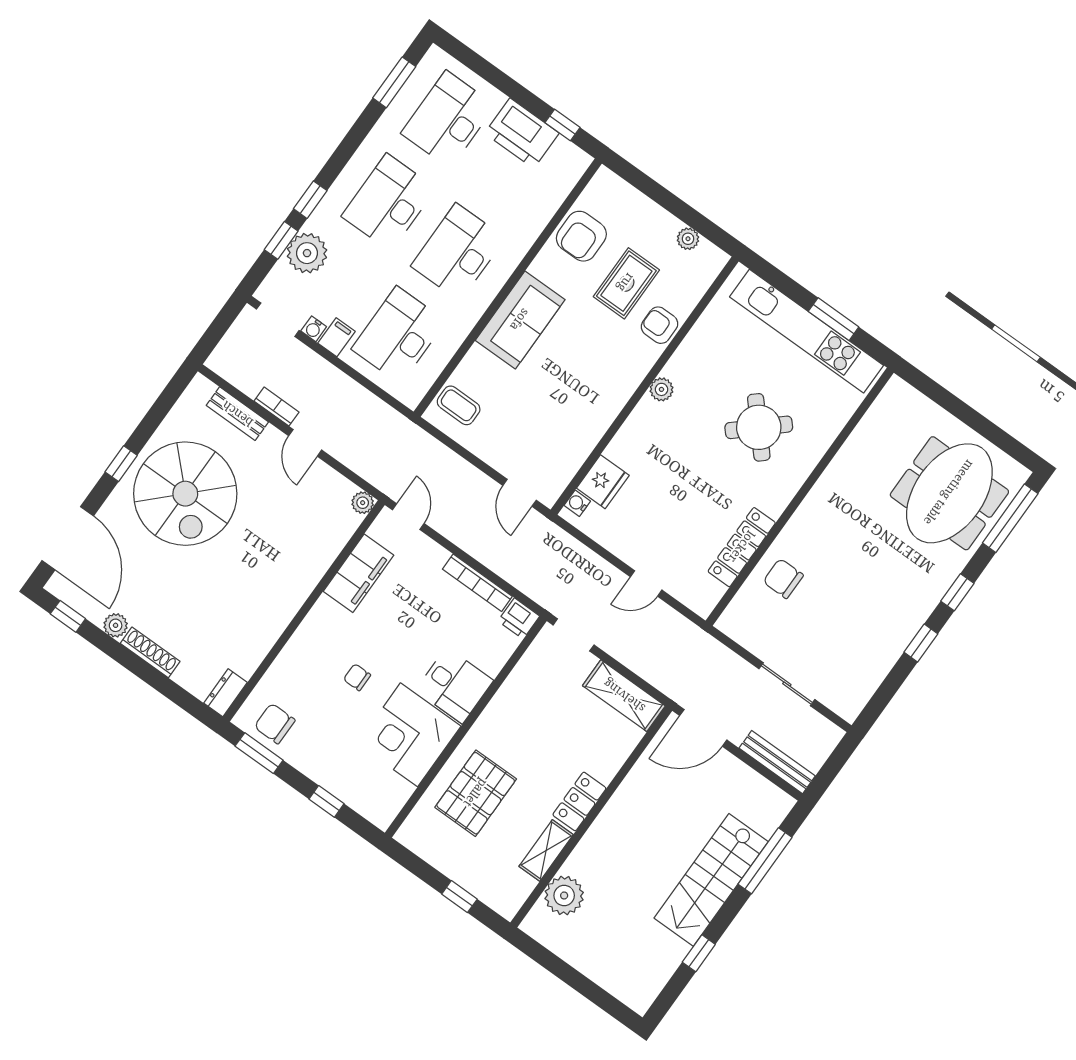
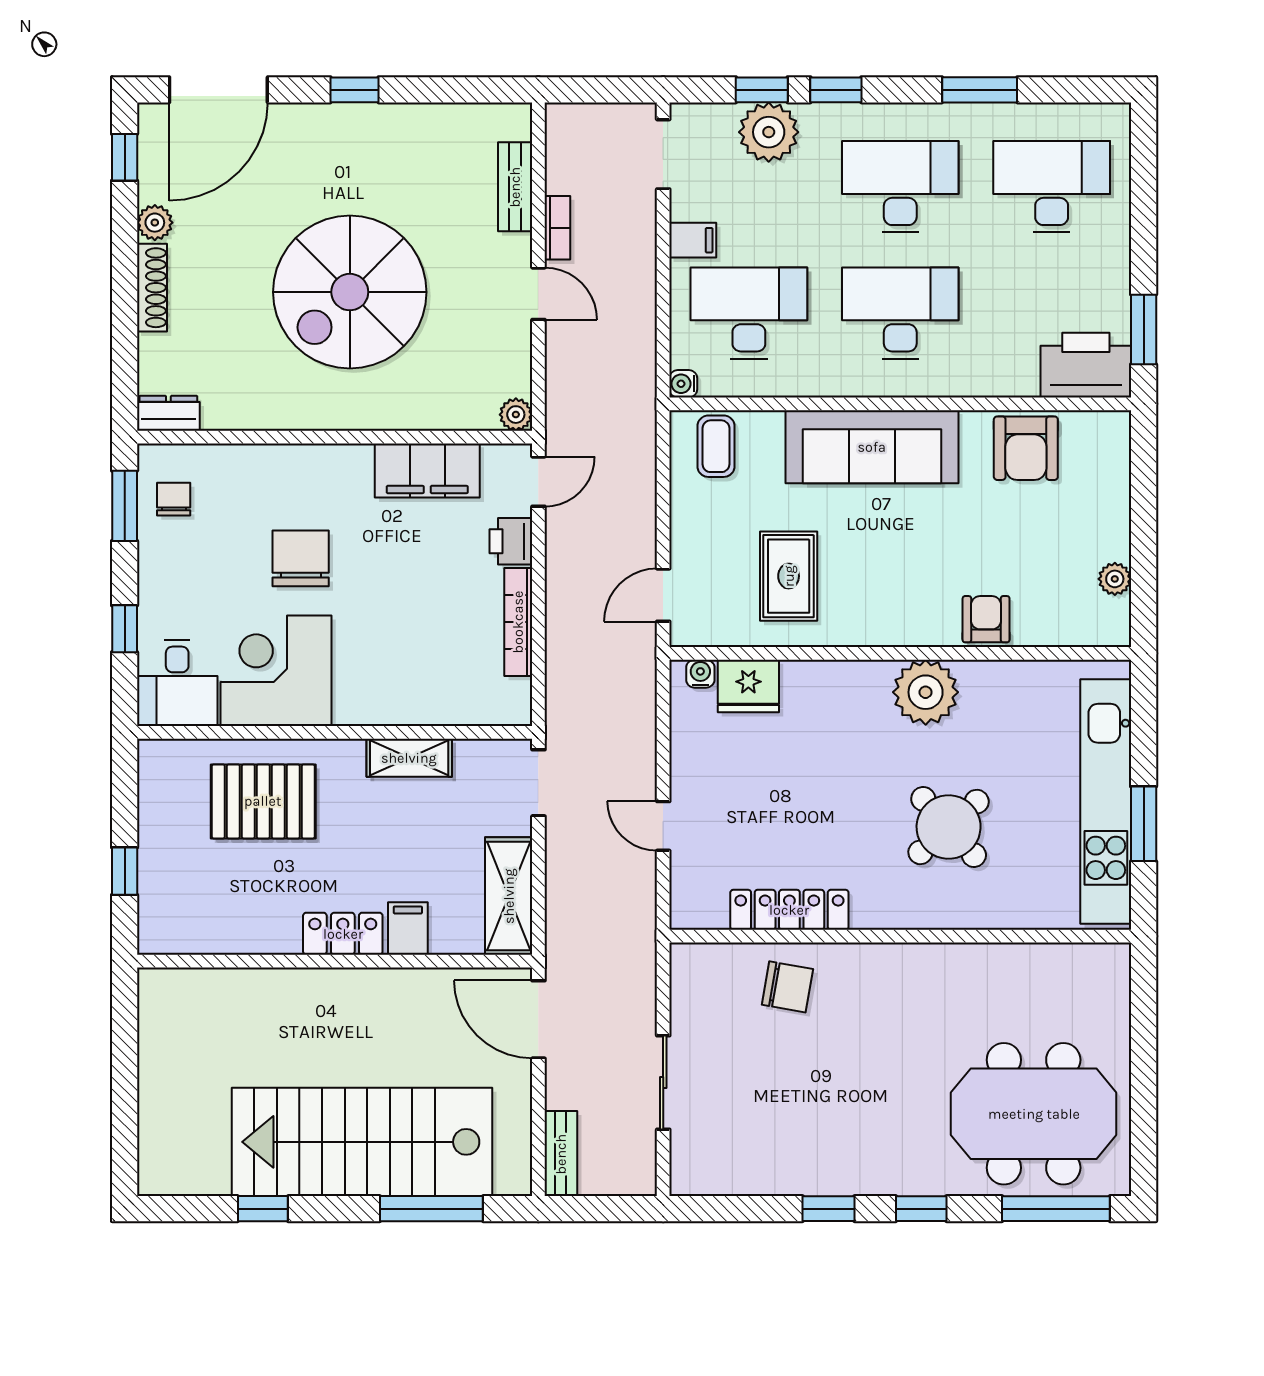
window: (394, 82) -> (980, 90), moved
window: (562, 125) -> (1144, 329), width x1.50
printer: (522, 133) -> (1086, 365), moved, turned 90
armchair: (581, 236) -> (1026, 448), turned -90
rug: (626, 283) -> (789, 576), moved, turned 90
sofa: (520, 320) -> (872, 447), width x1.36
water cooler: (314, 329) -> (683, 384), moved
plant: (661, 389) -> (926, 692), width x1.87, depth x1.87
door: (305, 443) -> (538, 294), swing flipped
spiral stairs: (185, 494) -> (350, 292), moved
chair: (783, 578) -> (787, 987), turned 100
printer: (519, 619) -> (511, 541), moved
chair: (357, 677) -> (301, 558), width x1.87, depth x1.87
desk: (454, 685) -> (177, 683), moved
chair: (275, 724) -> (174, 499), width x0.73, depth x0.73
bench: (777, 762) -> (561, 1154), width x0.73
filing cabinet: (602, 764) -> (408, 928), added
shelving: (546, 850) -> (409, 758), moved
stairs: (711, 880) -> (362, 1142), width x1.36, depth x1.51
plant: (564, 896) -> (216, 996), removed

